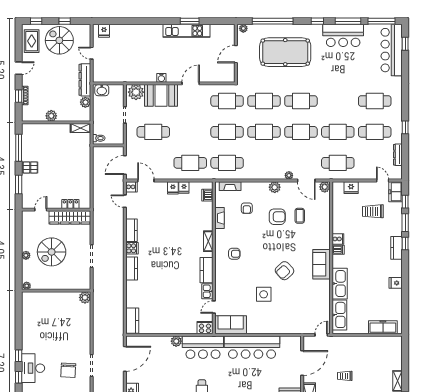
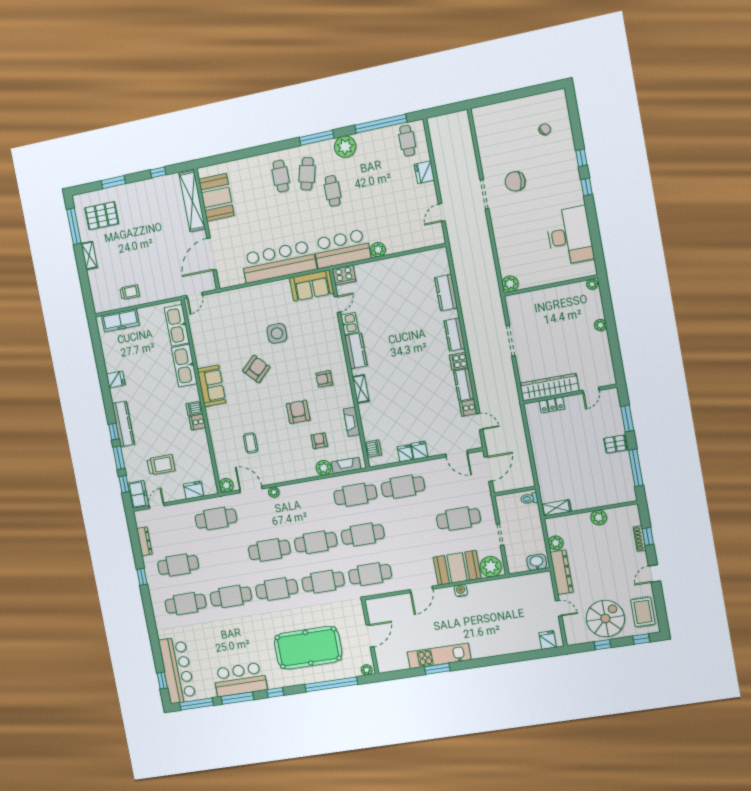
spiral stairs: (59, 40) -> (605, 619), turned -90
cafe table: (338, 132) -> (231, 596), moved
door: (383, 181) -> (157, 506), swing flipped
cooker: (131, 187) -> (468, 408), moved
plant: (275, 187) -> (324, 468), moved
armchair: (277, 217) -> (298, 412), moved, turned 90
kitchen counter: (397, 248) -> (123, 424), width x1.50
spiral stairs: (52, 252) -> (566, 336), removed
kitchen counter: (132, 321) -> (446, 293), moved
door: (125, 359) -> (442, 212), width x0.53
desk: (33, 368) -> (570, 236), moved, width x1.36, depth x1.30
chair: (68, 370) -> (515, 181), turned -90
trolley: (345, 376) -> (130, 292), moved

